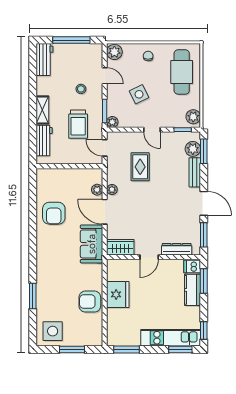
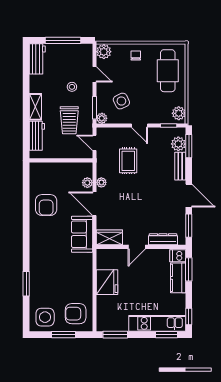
side table: (139, 94) -> (121, 101), moved
armchair: (90, 302) -> (76, 314), moved

